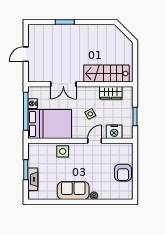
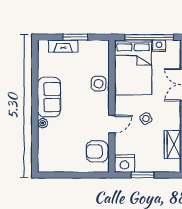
nightstand: (114, 132) -> (124, 163), moved, turned -90
door: (95, 141) -> (112, 124), hinge flipped
armchair: (123, 173) -> (97, 151), moved

